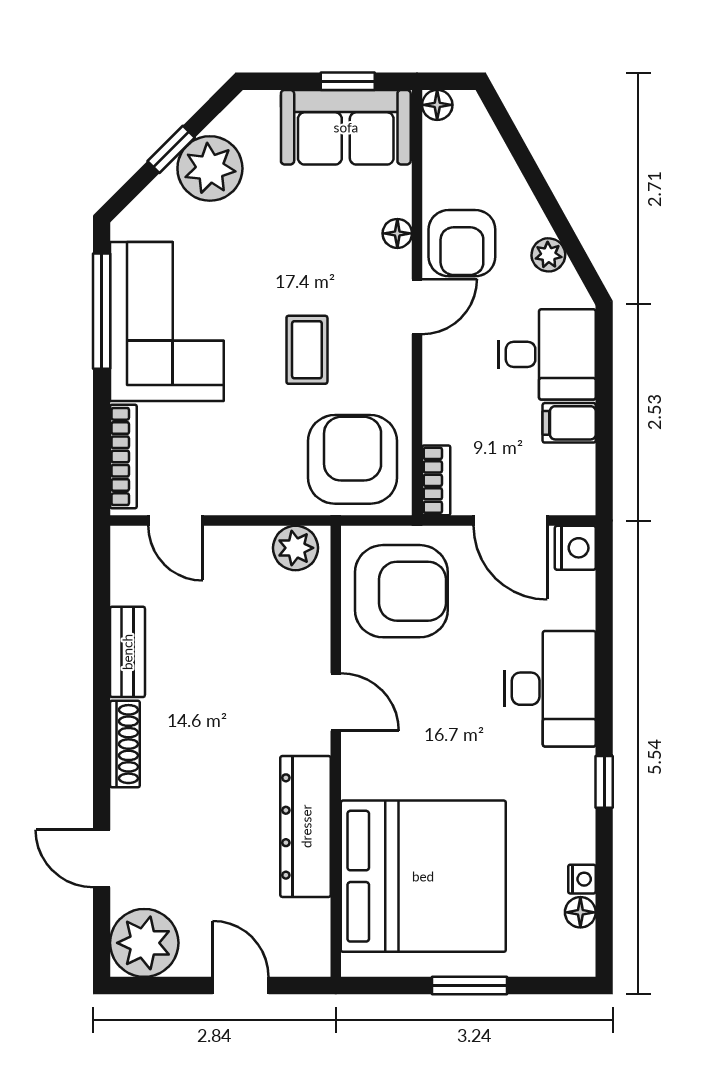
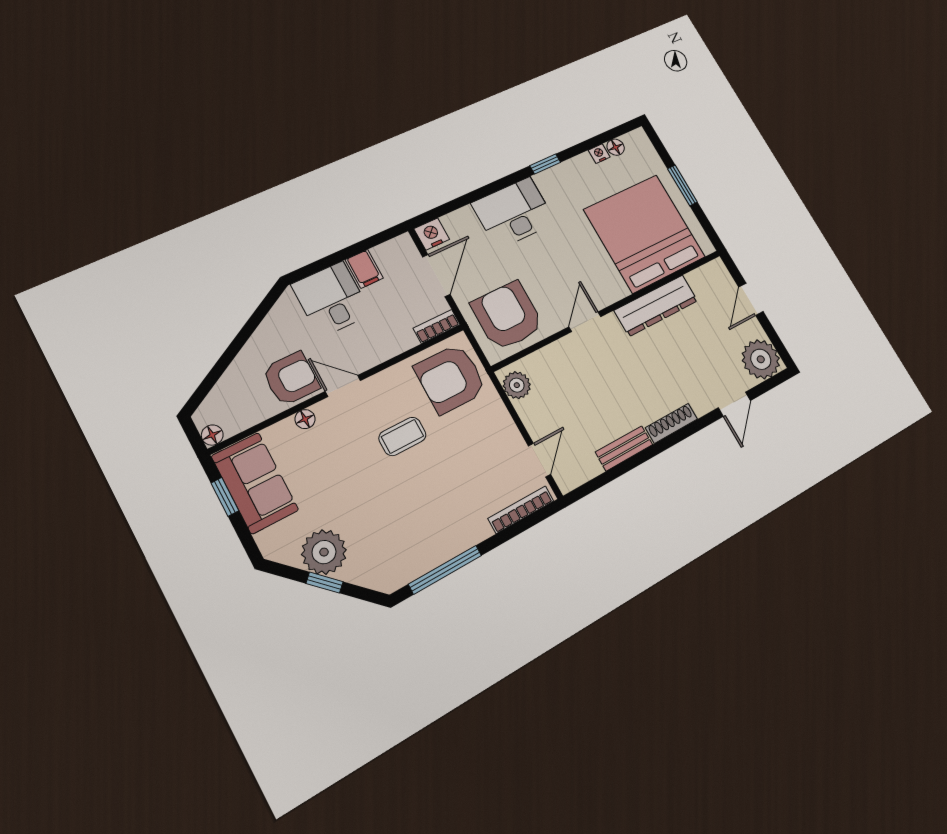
plant: (548, 255) -> (272, 326), removed
corner sofa: (167, 322) -> (430, 527), removed

